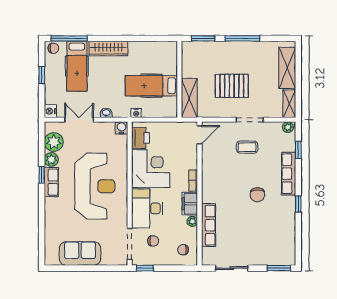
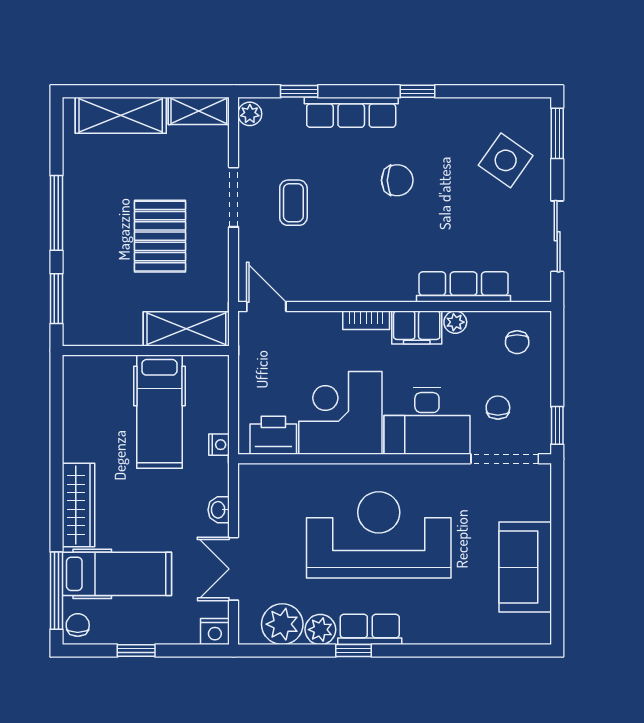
water cooler: (122, 128) -> (251, 476), removed
side table: (267, 244) -> (506, 160), added

